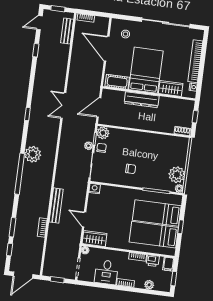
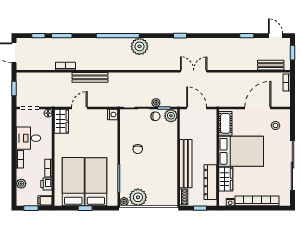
dresser: (142, 100) -> (210, 182), moved
bench: (151, 125) -> (186, 164), added

